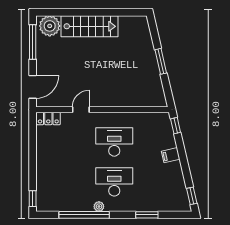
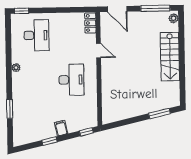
plant: (50, 26) -> (174, 18), width x0.53, depth x0.53
window: (161, 61) -> (159, 114), moved
desk: (114, 182) -> (36, 35), moved
window: (192, 196) -> (49, 141), moved
window: (84, 215) -> (9, 55), removed

